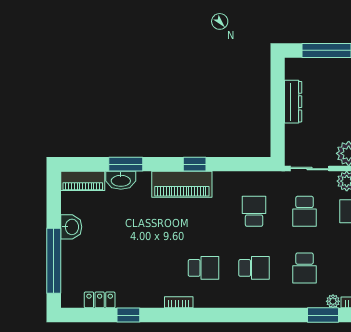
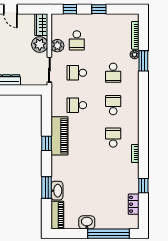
piano: (182, 184) -> (59, 136), moved
school desk: (305, 211) -> (77, 73), turned 180
school desk: (305, 268) -> (113, 73), turned 90

